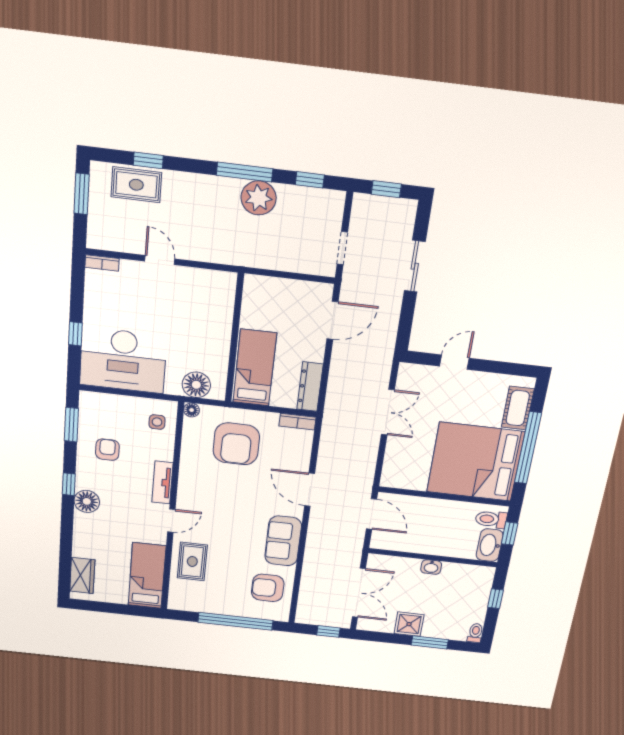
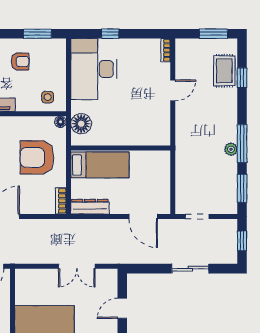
window: (310, 180) -> (242, 188), width x1.50
plant: (259, 198) -> (231, 149), width x0.53, depth x0.53
door: (454, 362) -> (122, 308), swing flipped

